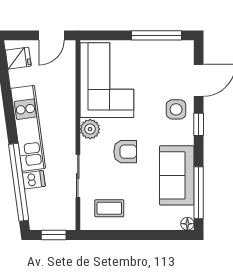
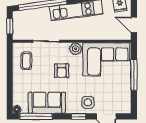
window: (156, 35) -> (134, 75), moved
dishwasher: (34, 180) -> (44, 14), removed

